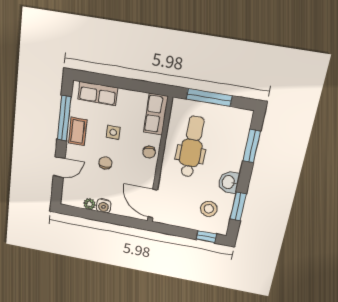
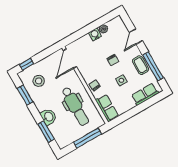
washbasin: (229, 182) -> (48, 117), moved
door: (153, 204) -> (70, 59), swing flipped

